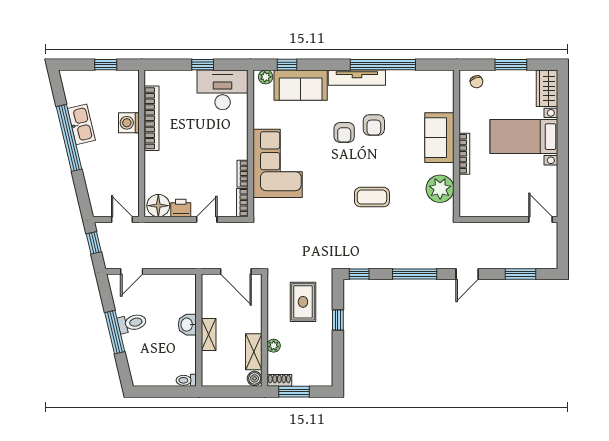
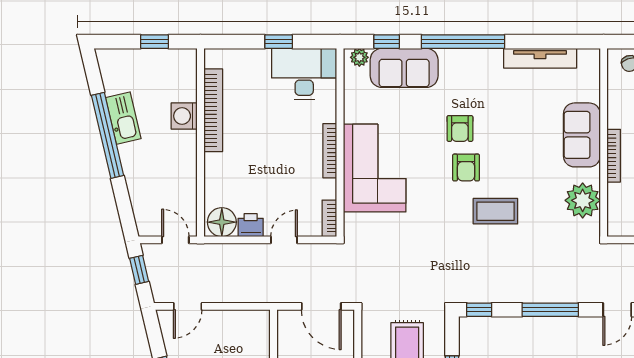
window: (383, 65) -> (463, 42), moved
tv unit: (357, 78) -> (540, 58), moved
armchair: (374, 125) -> (466, 168), moved
bookcase: (243, 174) -> (330, 151), moved, width x1.56

